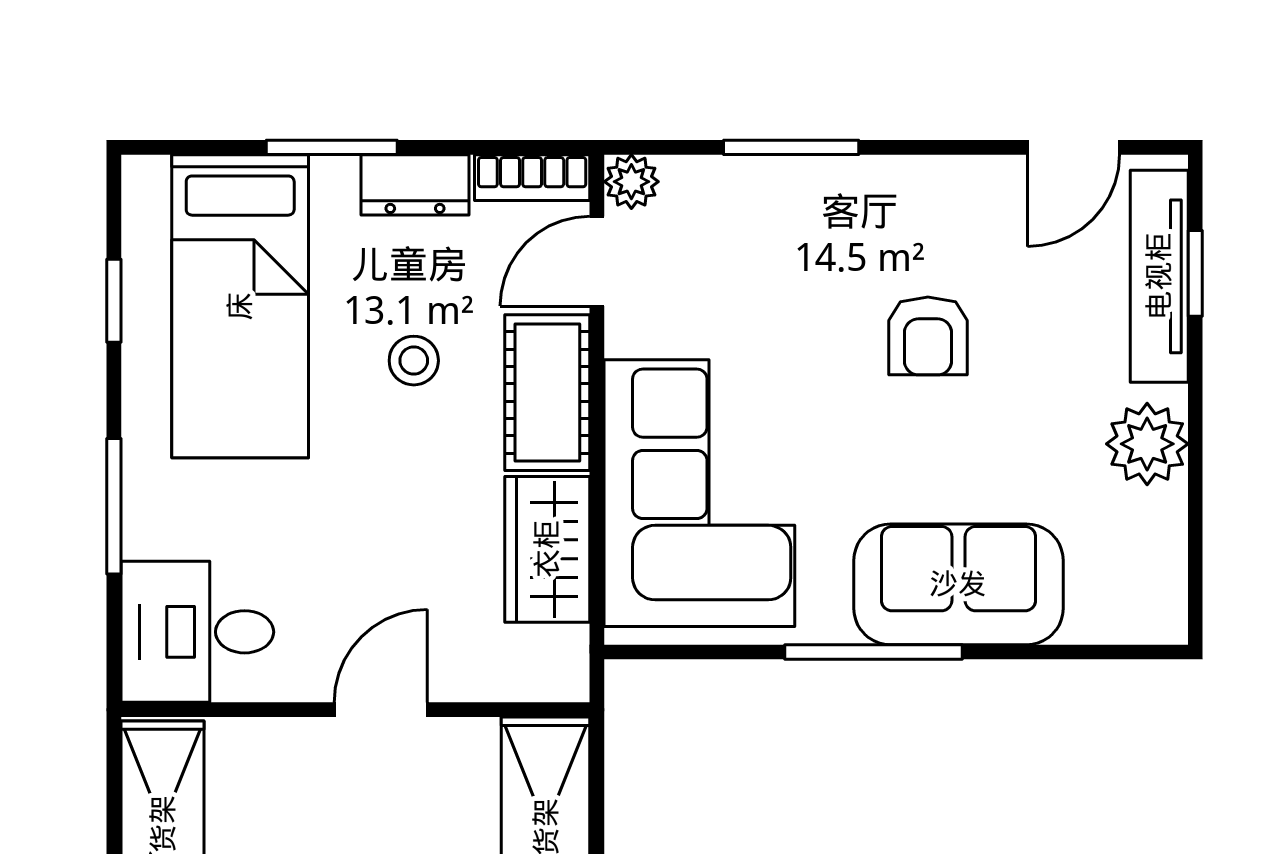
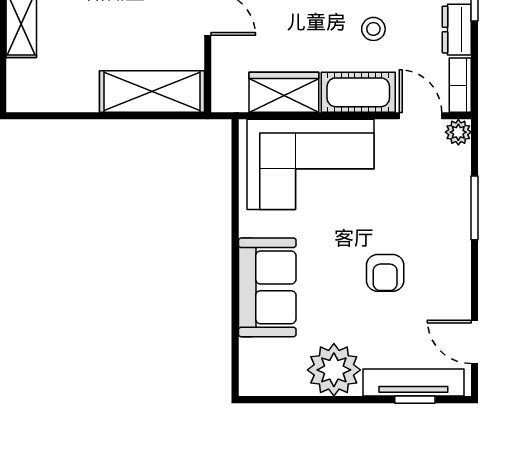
armchair: (928, 336) -> (385, 273), turned -90
plant: (1147, 444) -> (334, 370), width x1.36, depth x1.36
window: (874, 652) -> (235, 247), removed

